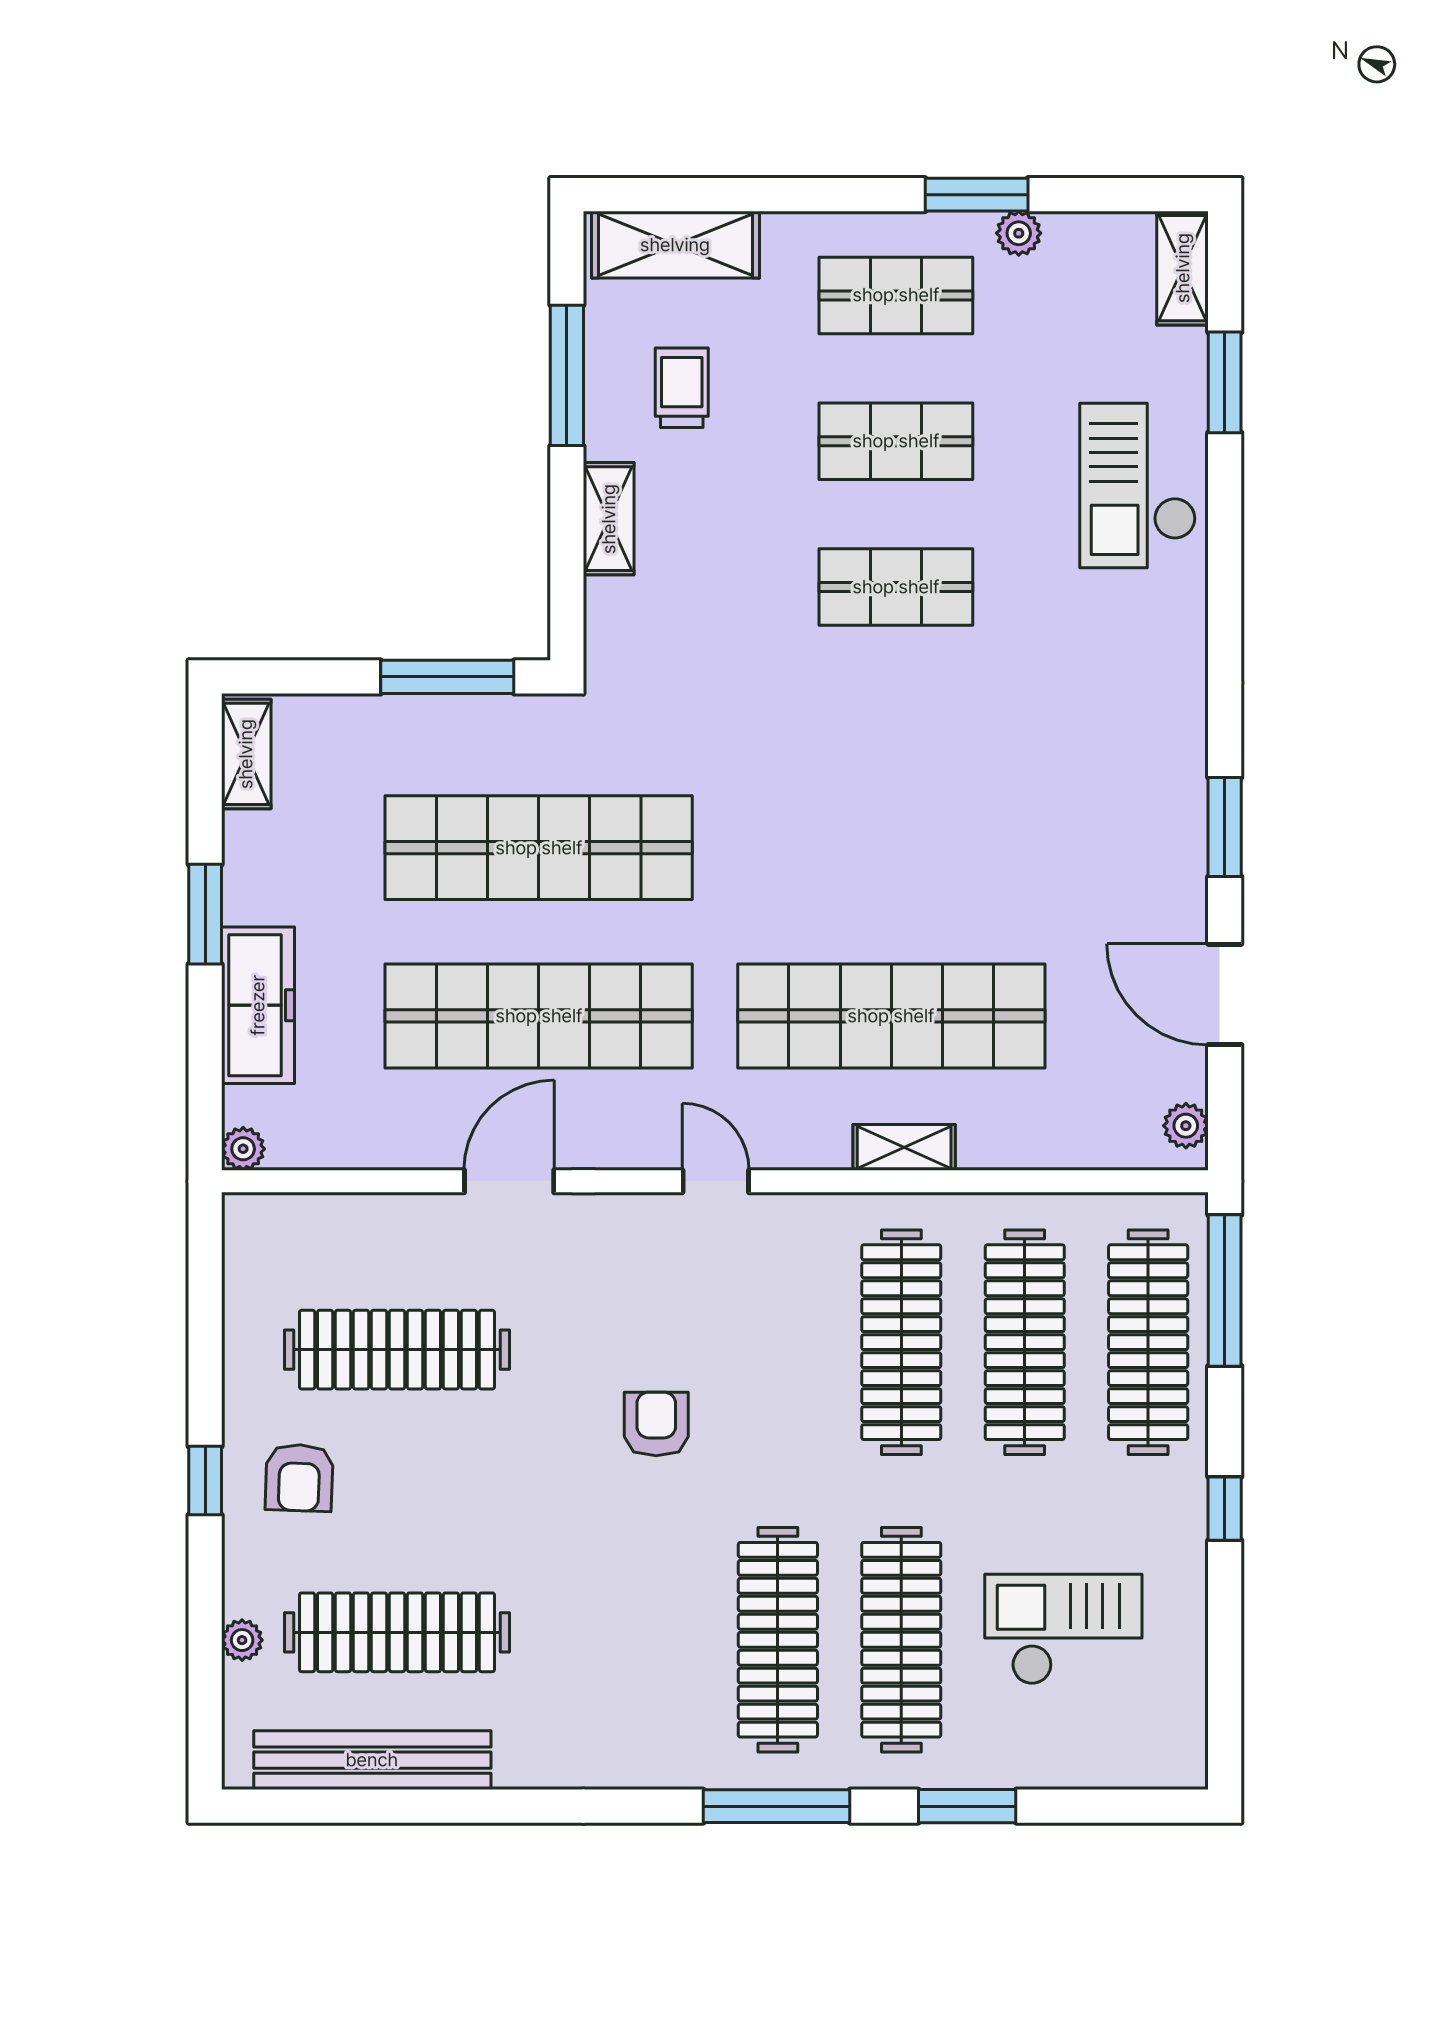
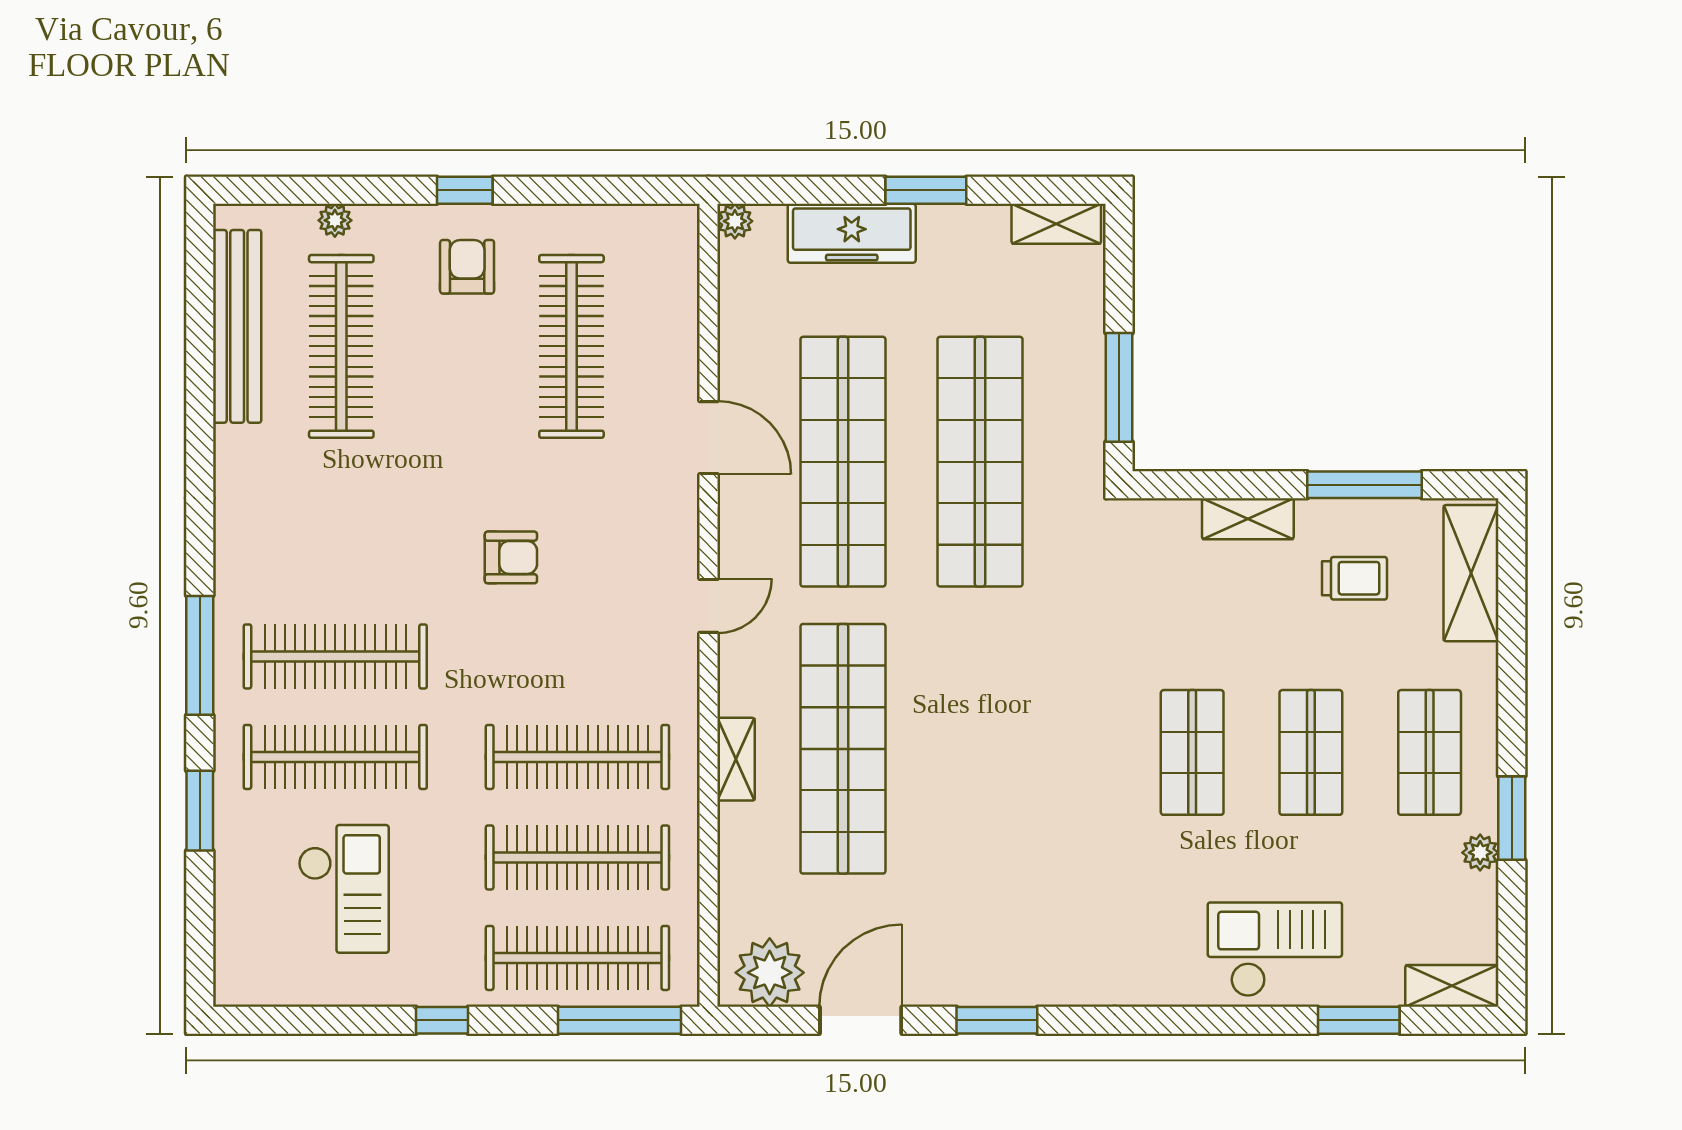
plant: (1186, 1126) -> (770, 973), width x1.88, depth x1.88
armchair: (299, 1478) -> (467, 267), turned 88

